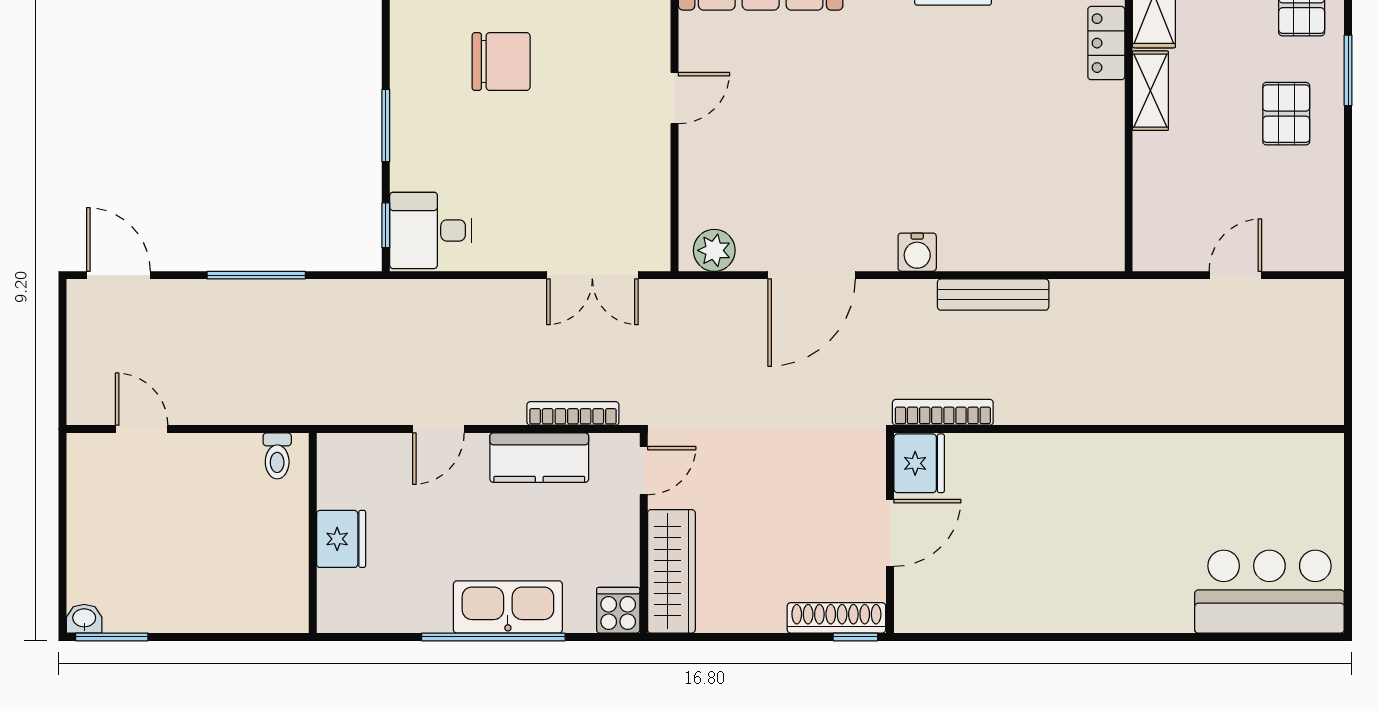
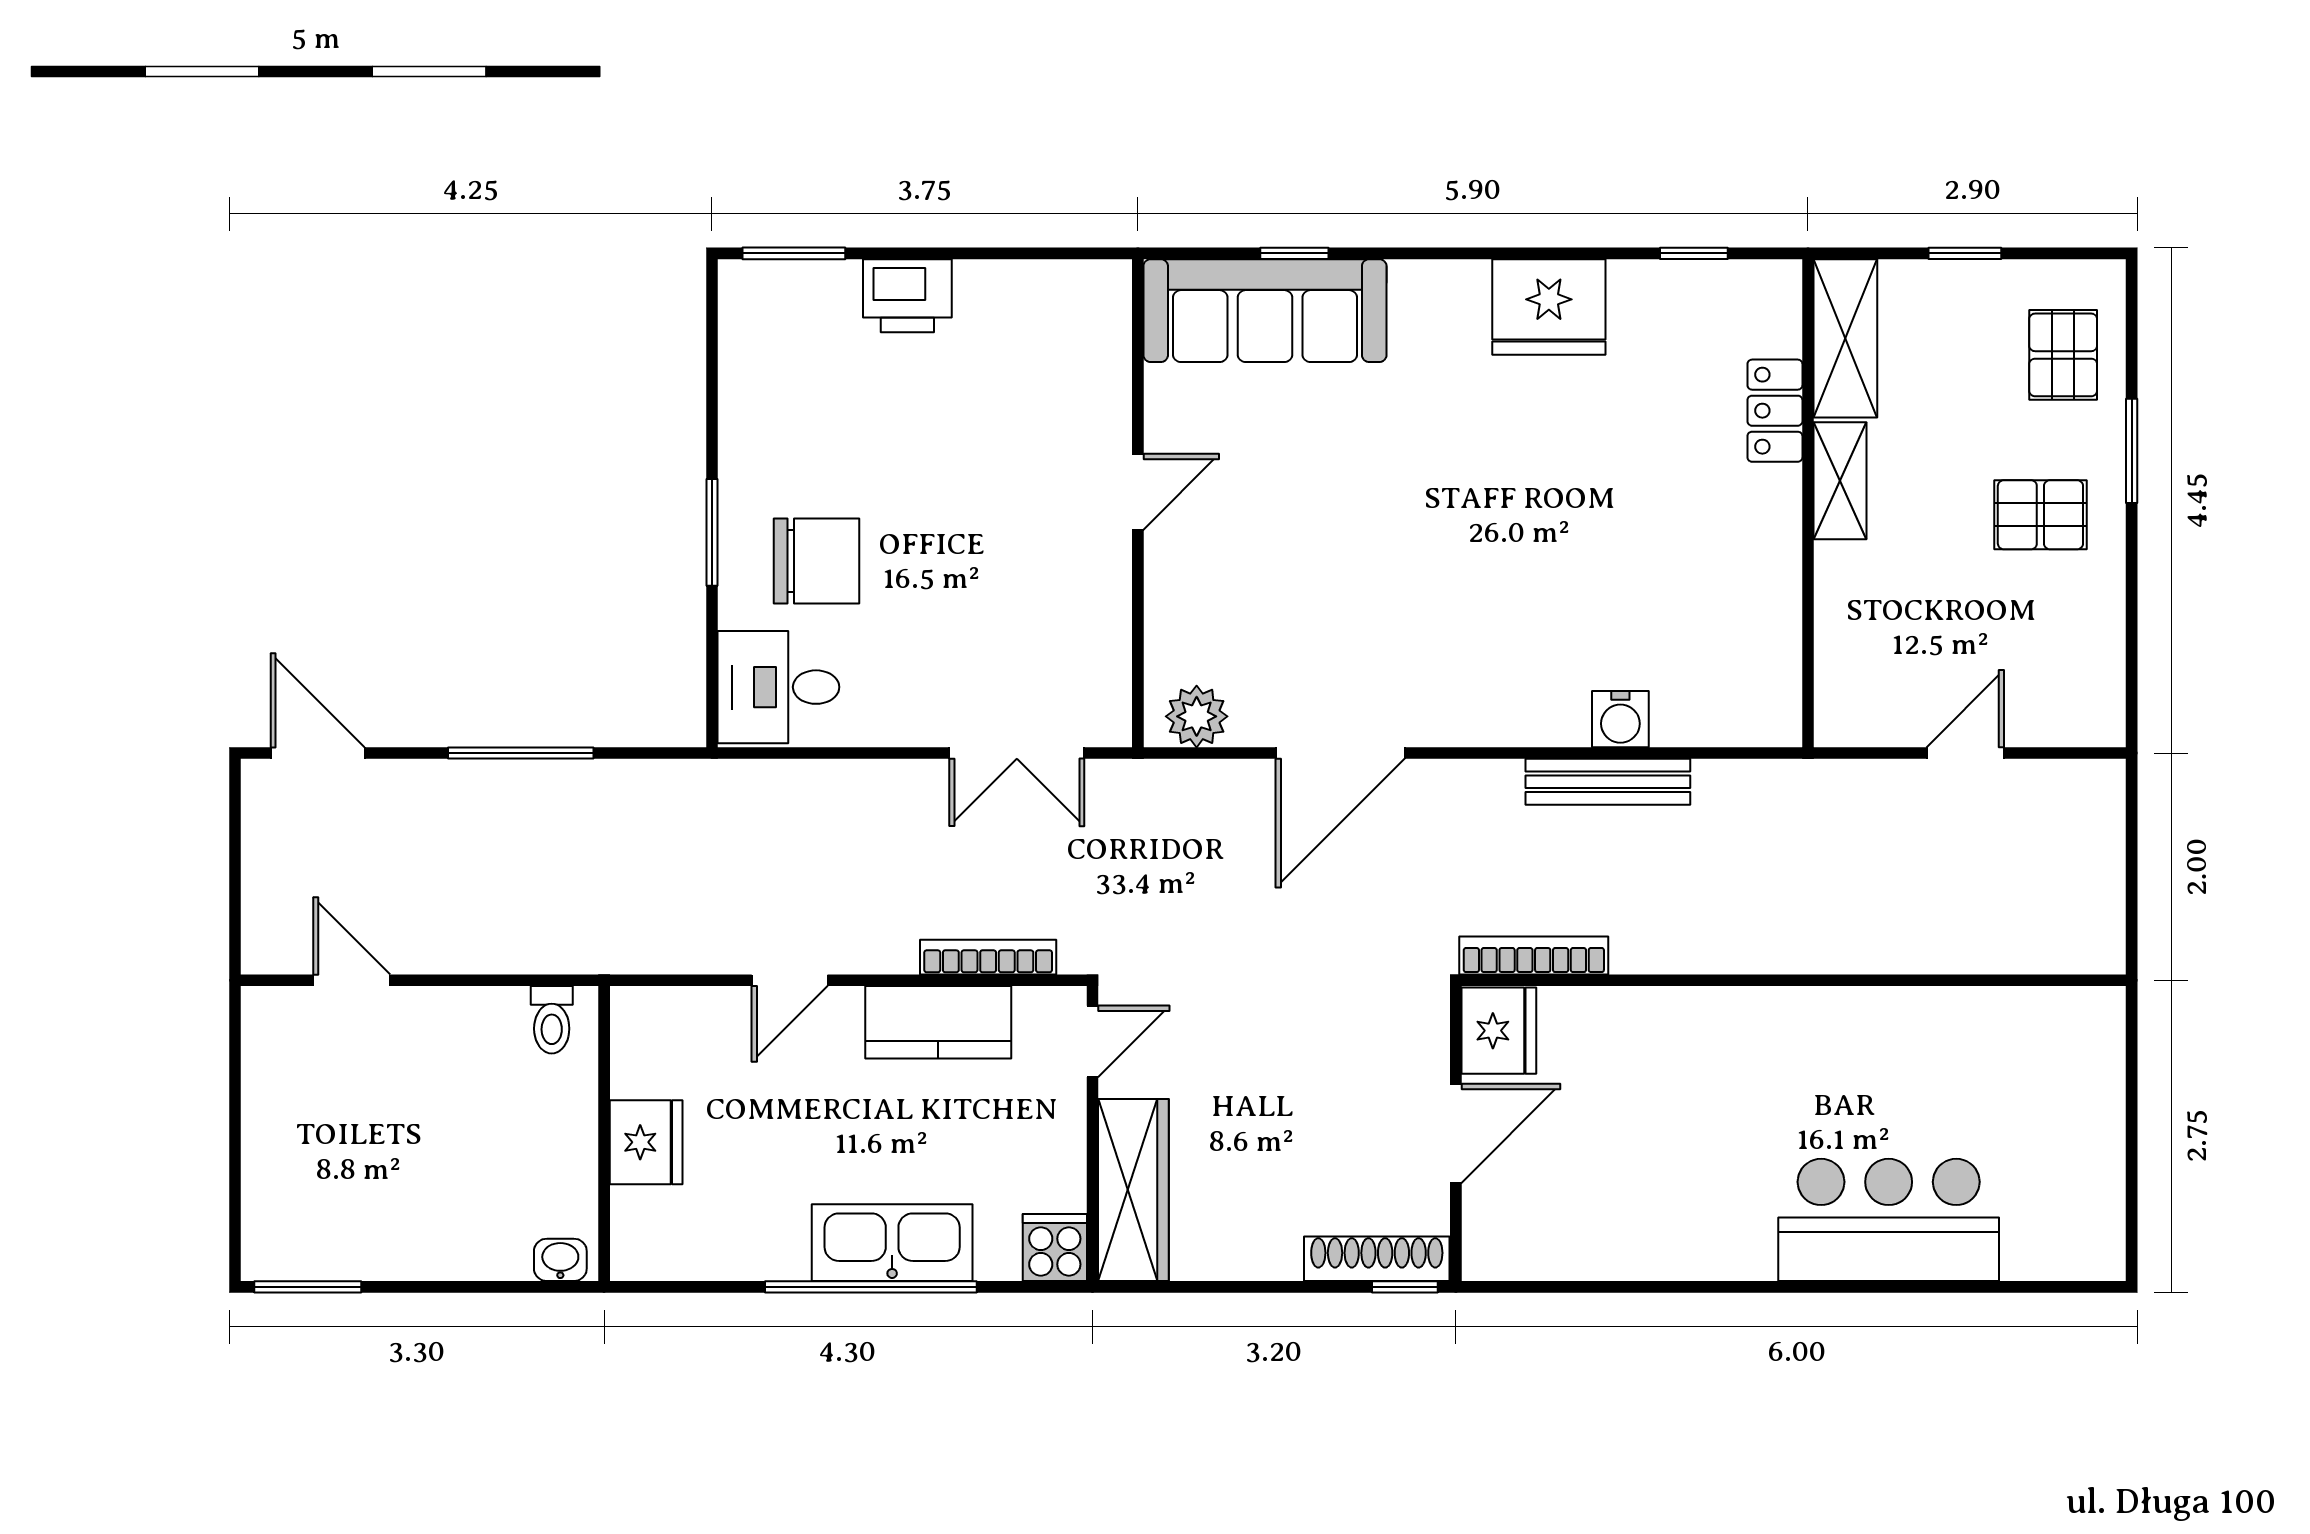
chair: (501, 62) -> (816, 561), moved
pallet: (1286, 114) -> (2040, 515), turned 90
window: (386, 225) -> (712, 680), removed
water cooler: (917, 252) -> (1620, 719), moved
bar counter: (1269, 592) -> (1889, 1220), moved
washbasin: (84, 619) -> (560, 1260), moved

